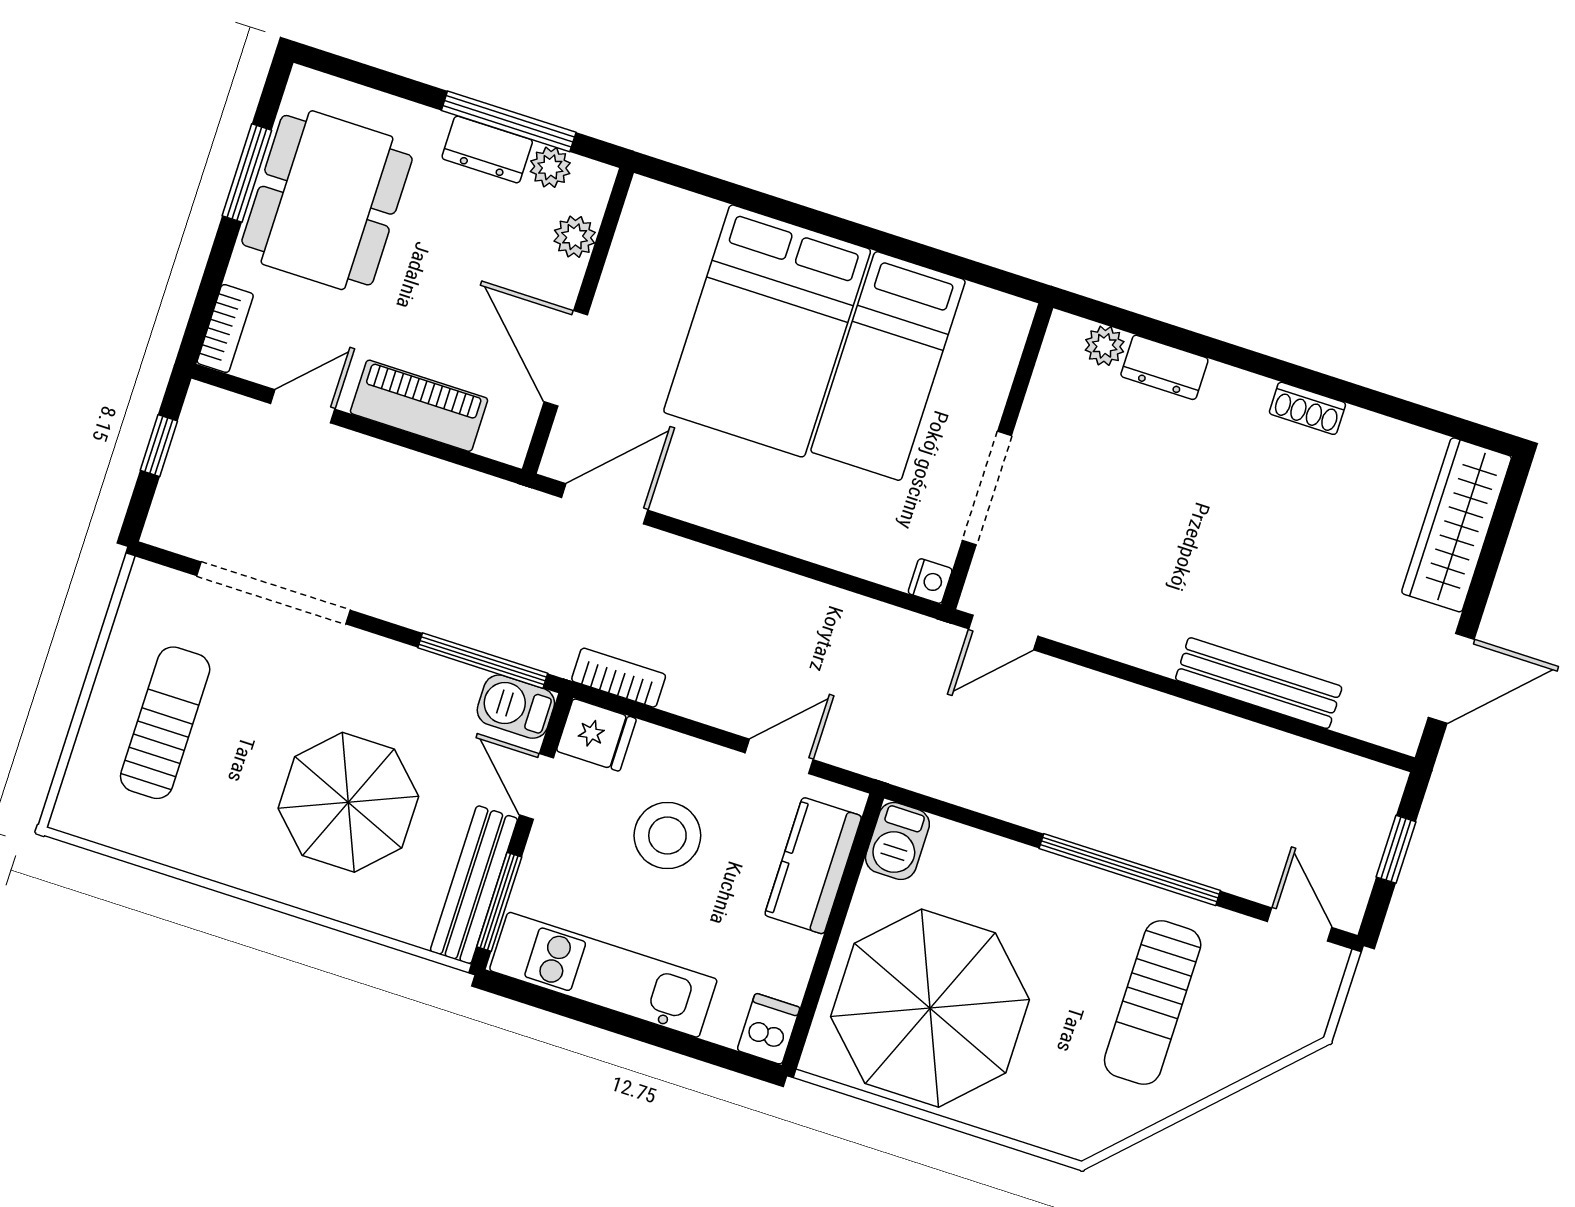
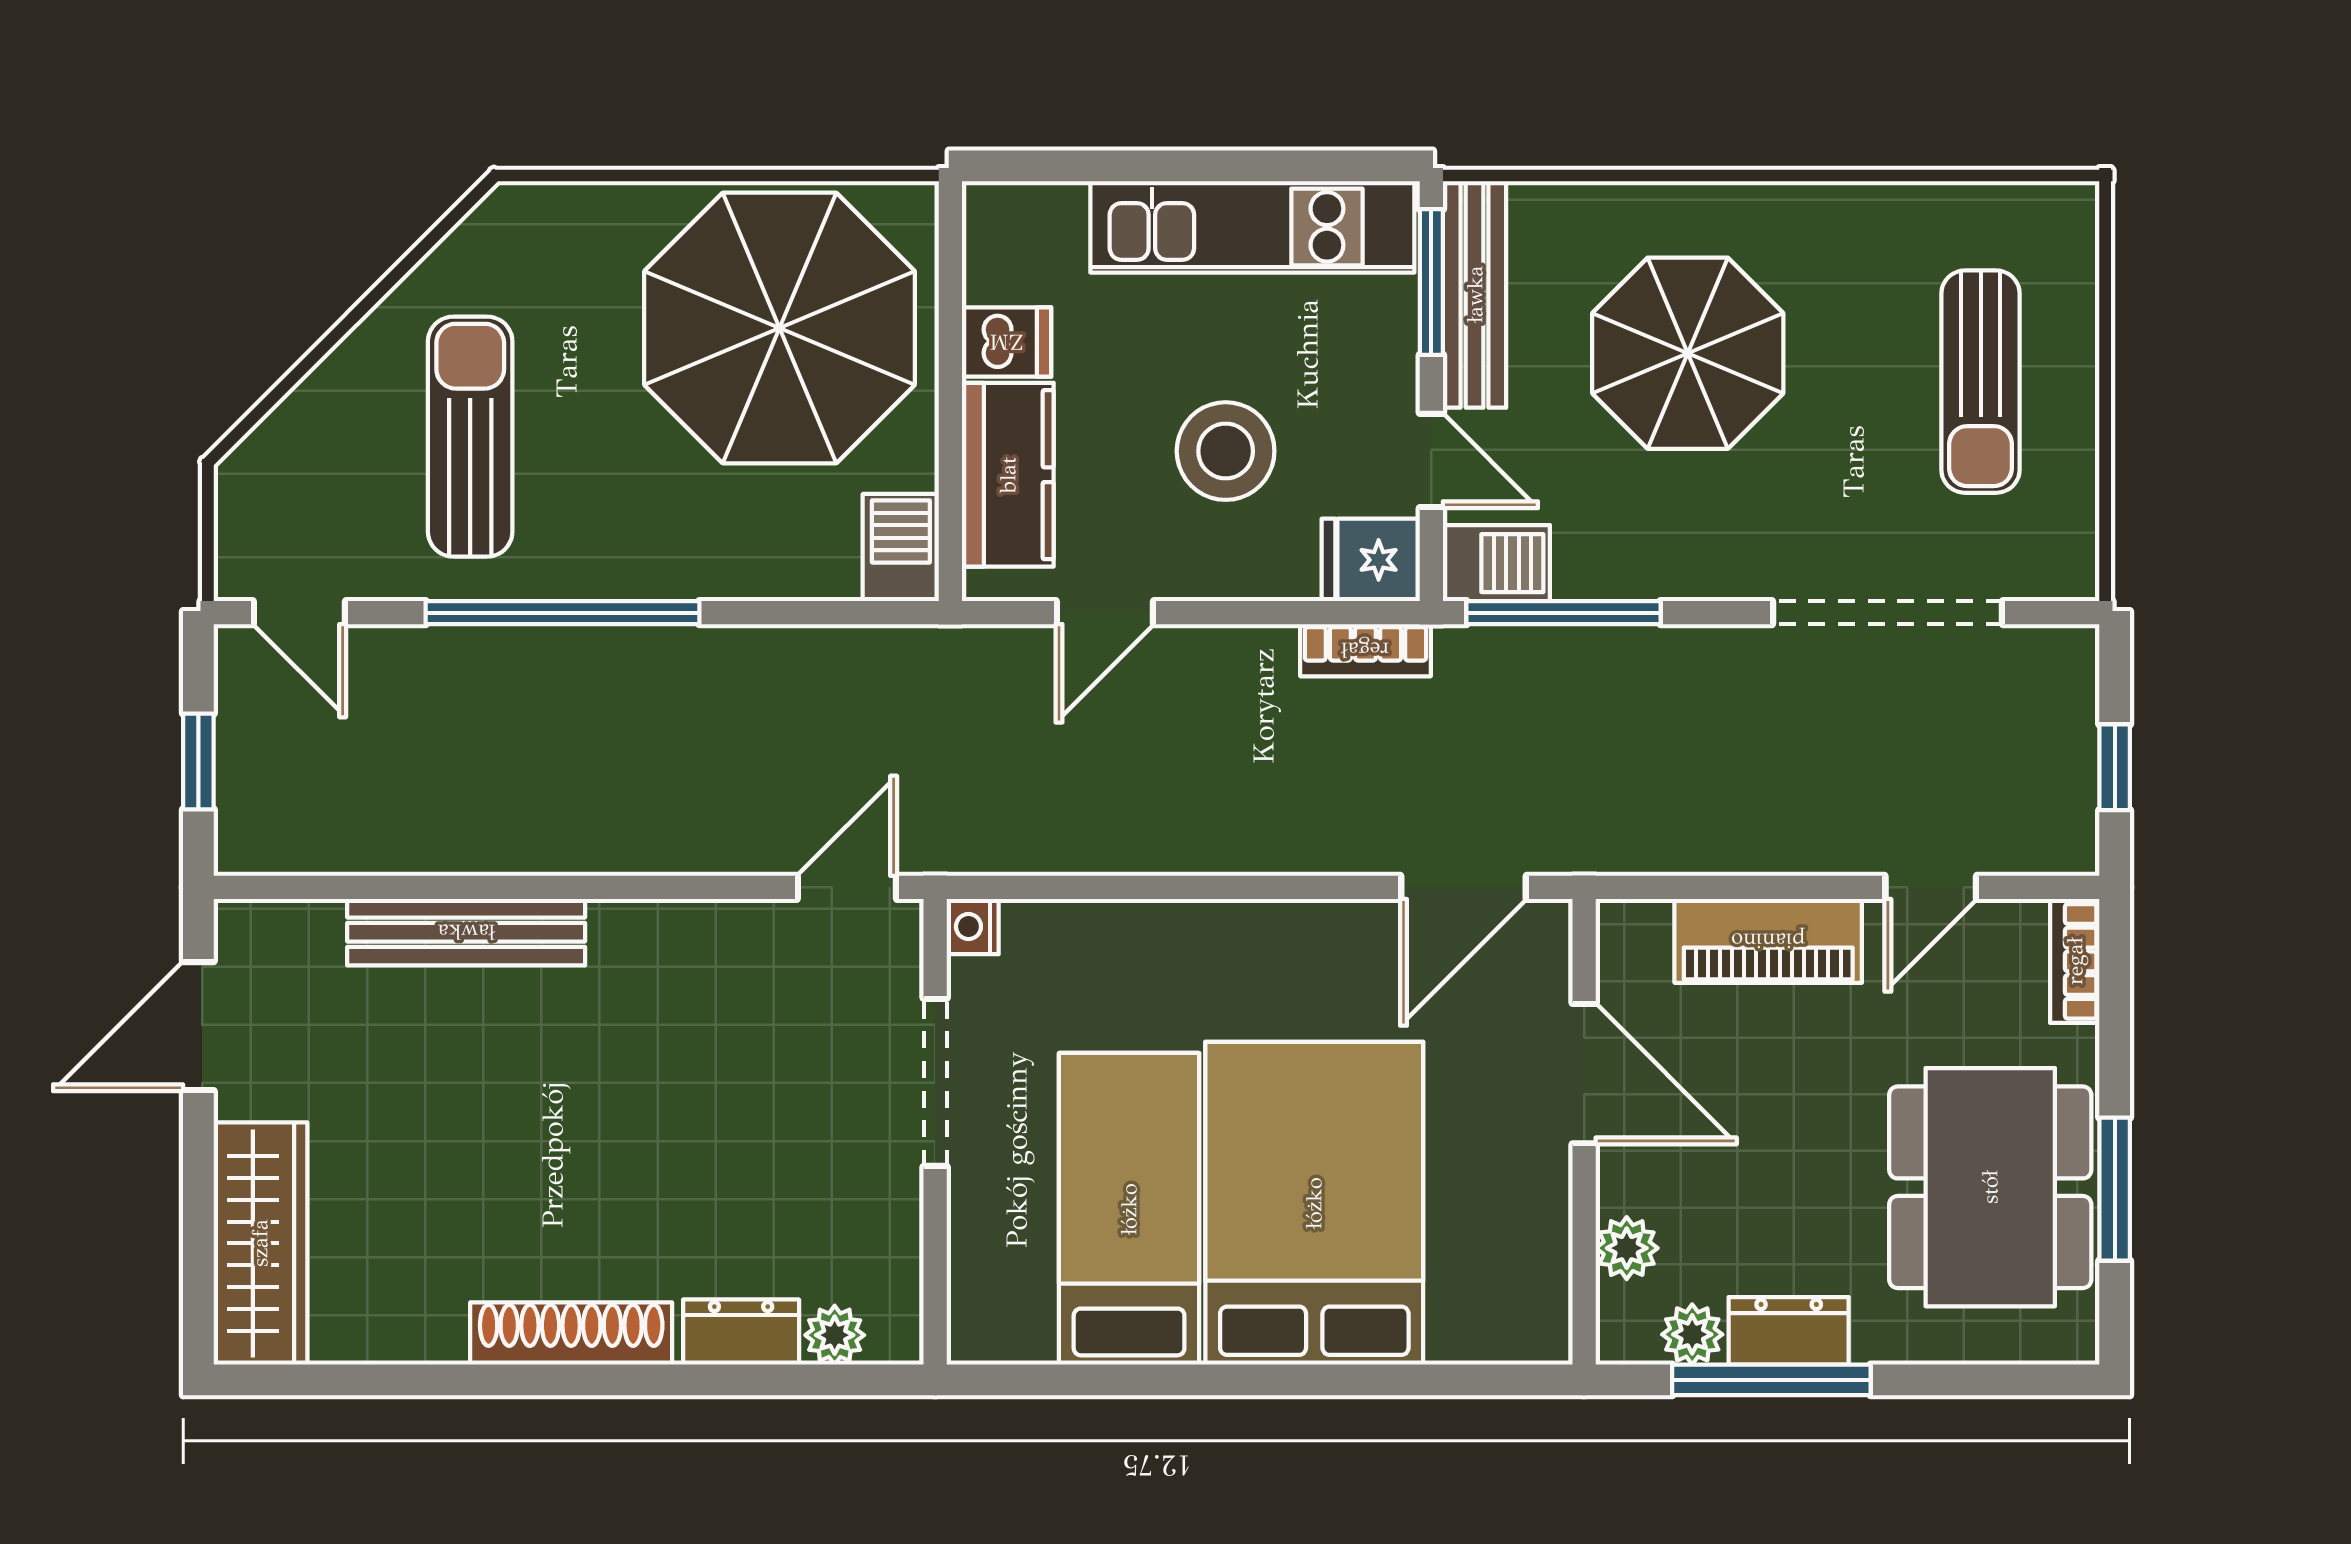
shoe rack: (1307, 408) -> (571, 1333), width x1.94, depth x1.24
dishwasher: (768, 1029) -> (1006, 342), moved, turned -90

